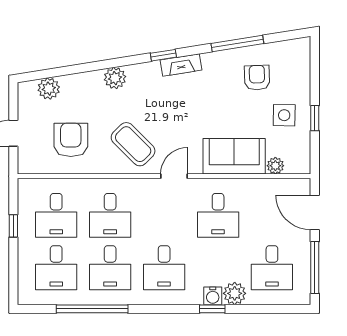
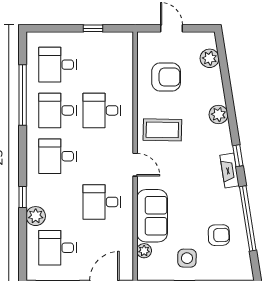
window: (237, 43) -> (248, 218), width x1.46
coffee table: (133, 144) -> (162, 130), turned 46
desk: (56, 215) -> (102, 65), removed
water cooler: (213, 296) -> (34, 197), removed

